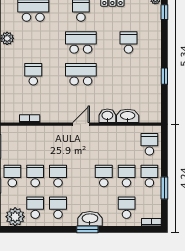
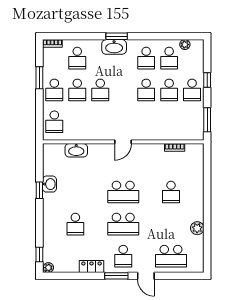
washbasin: (107, 116) -> (49, 184), moved, turned -90
plant: (15, 217) -> (185, 45), width x0.53, depth x0.53

